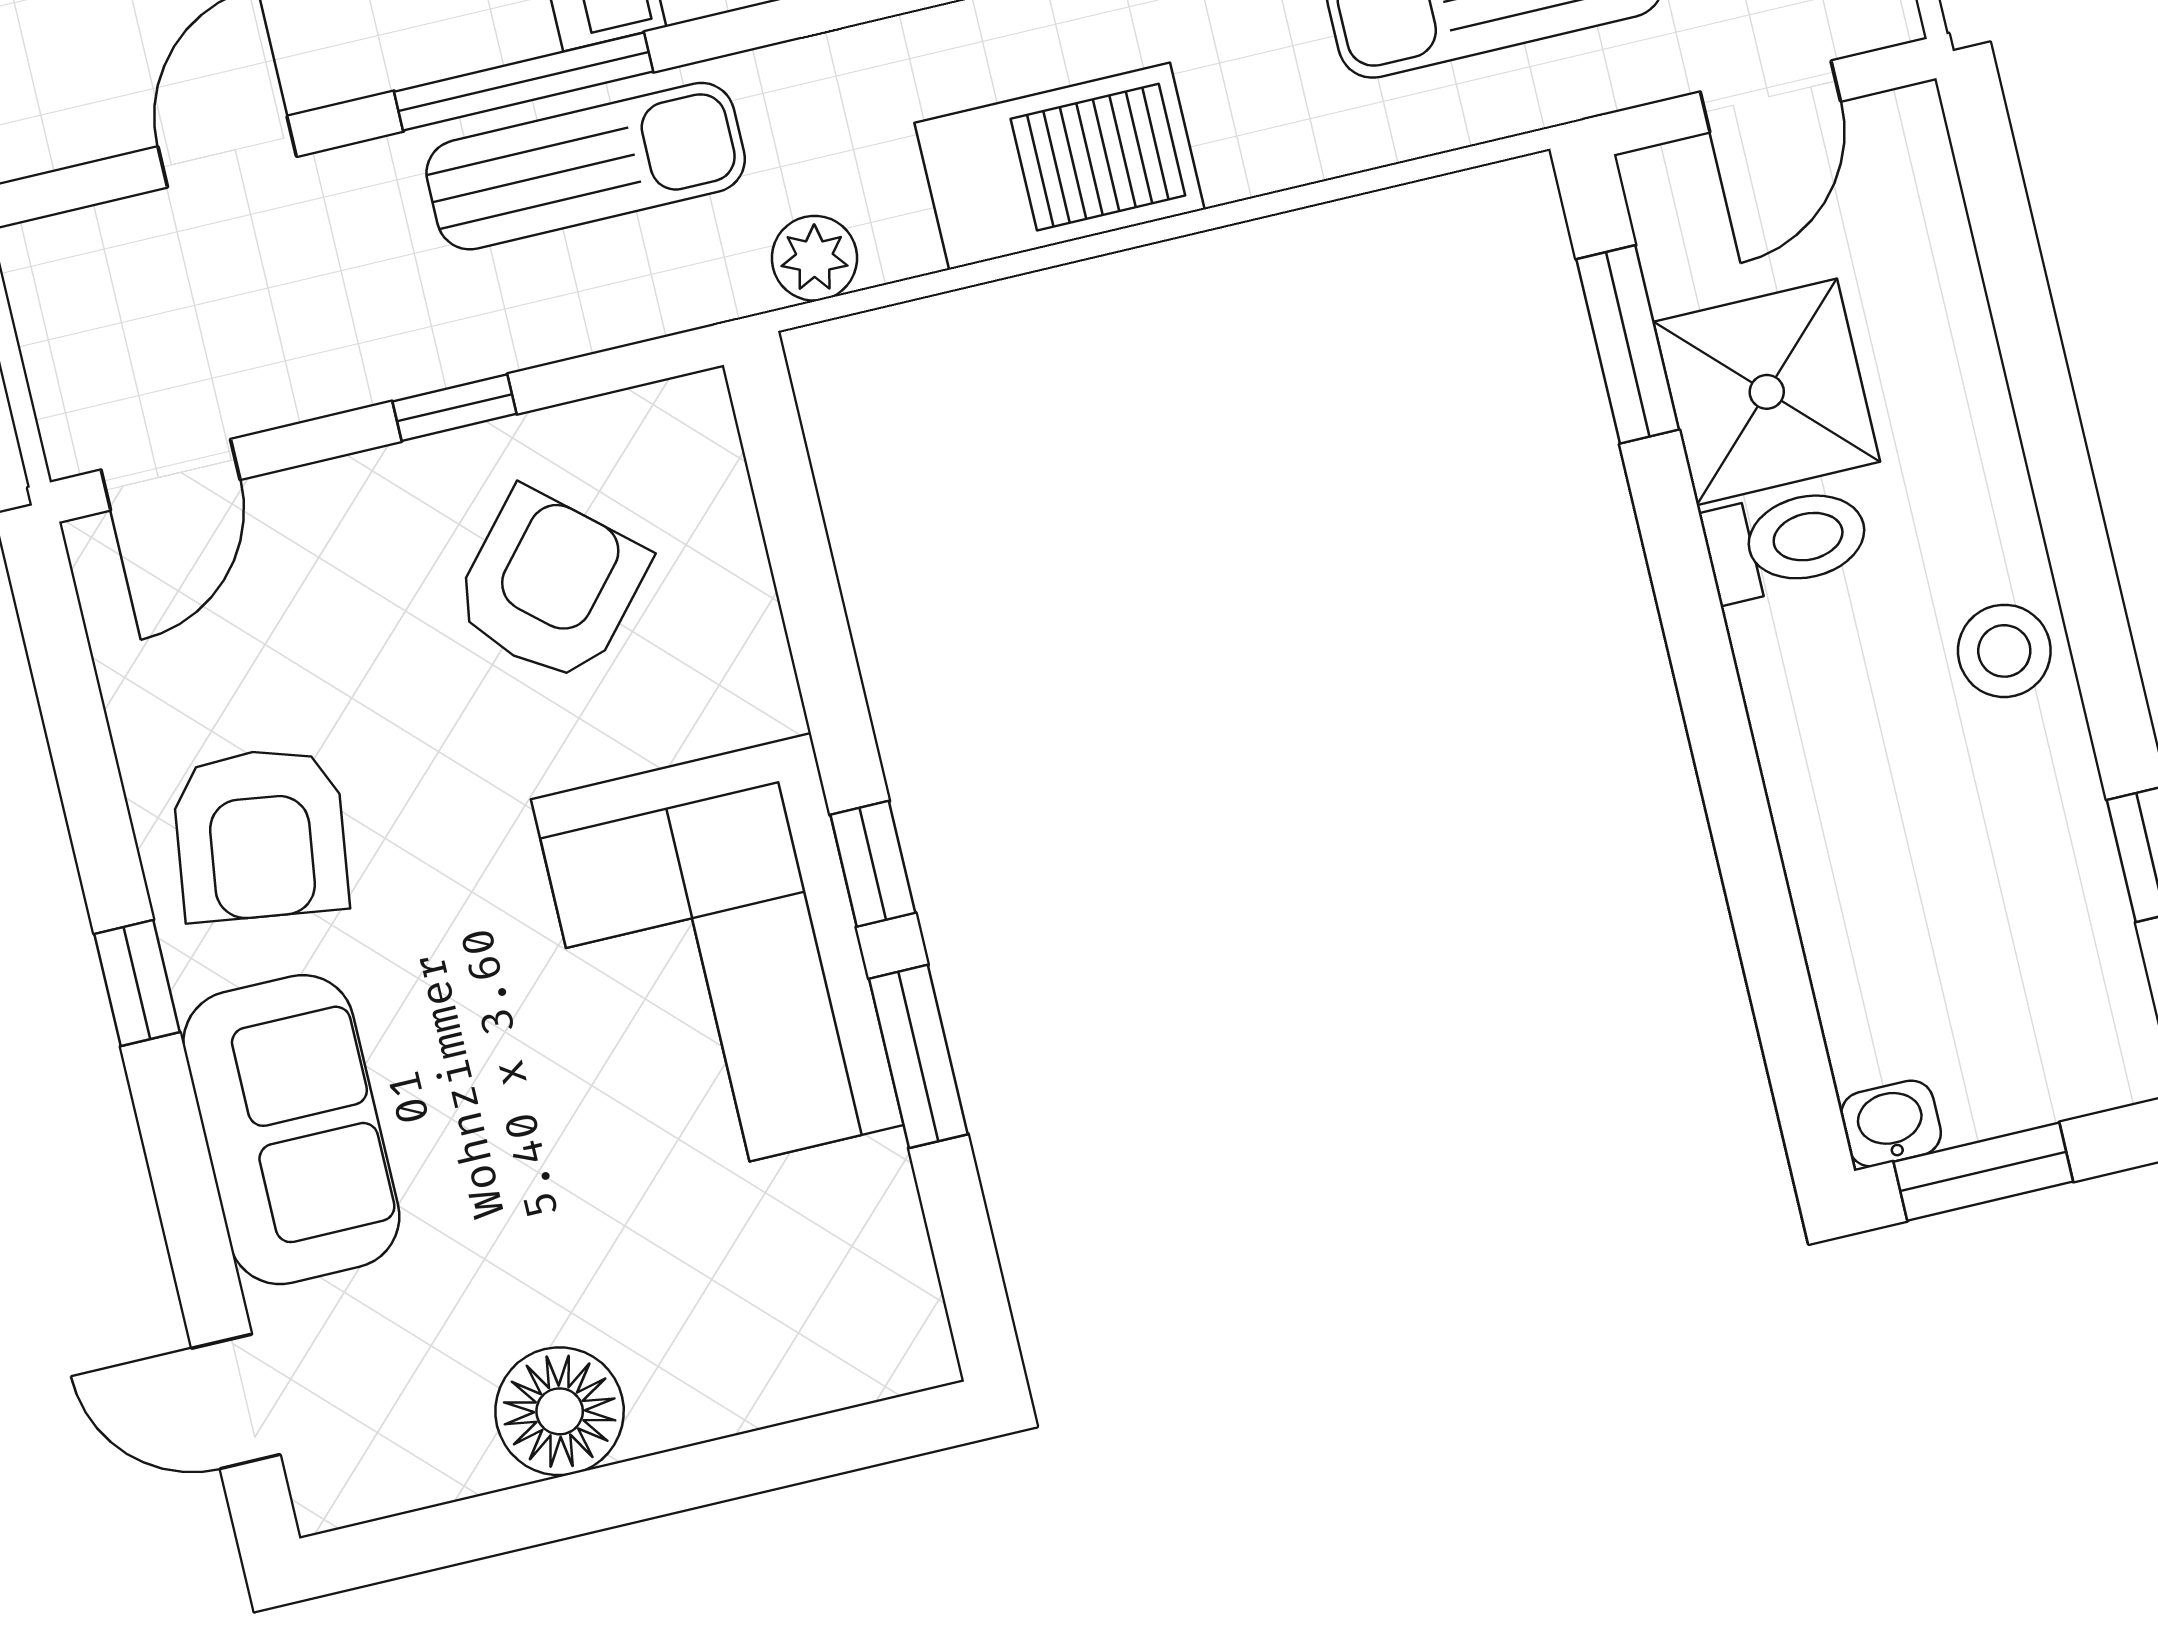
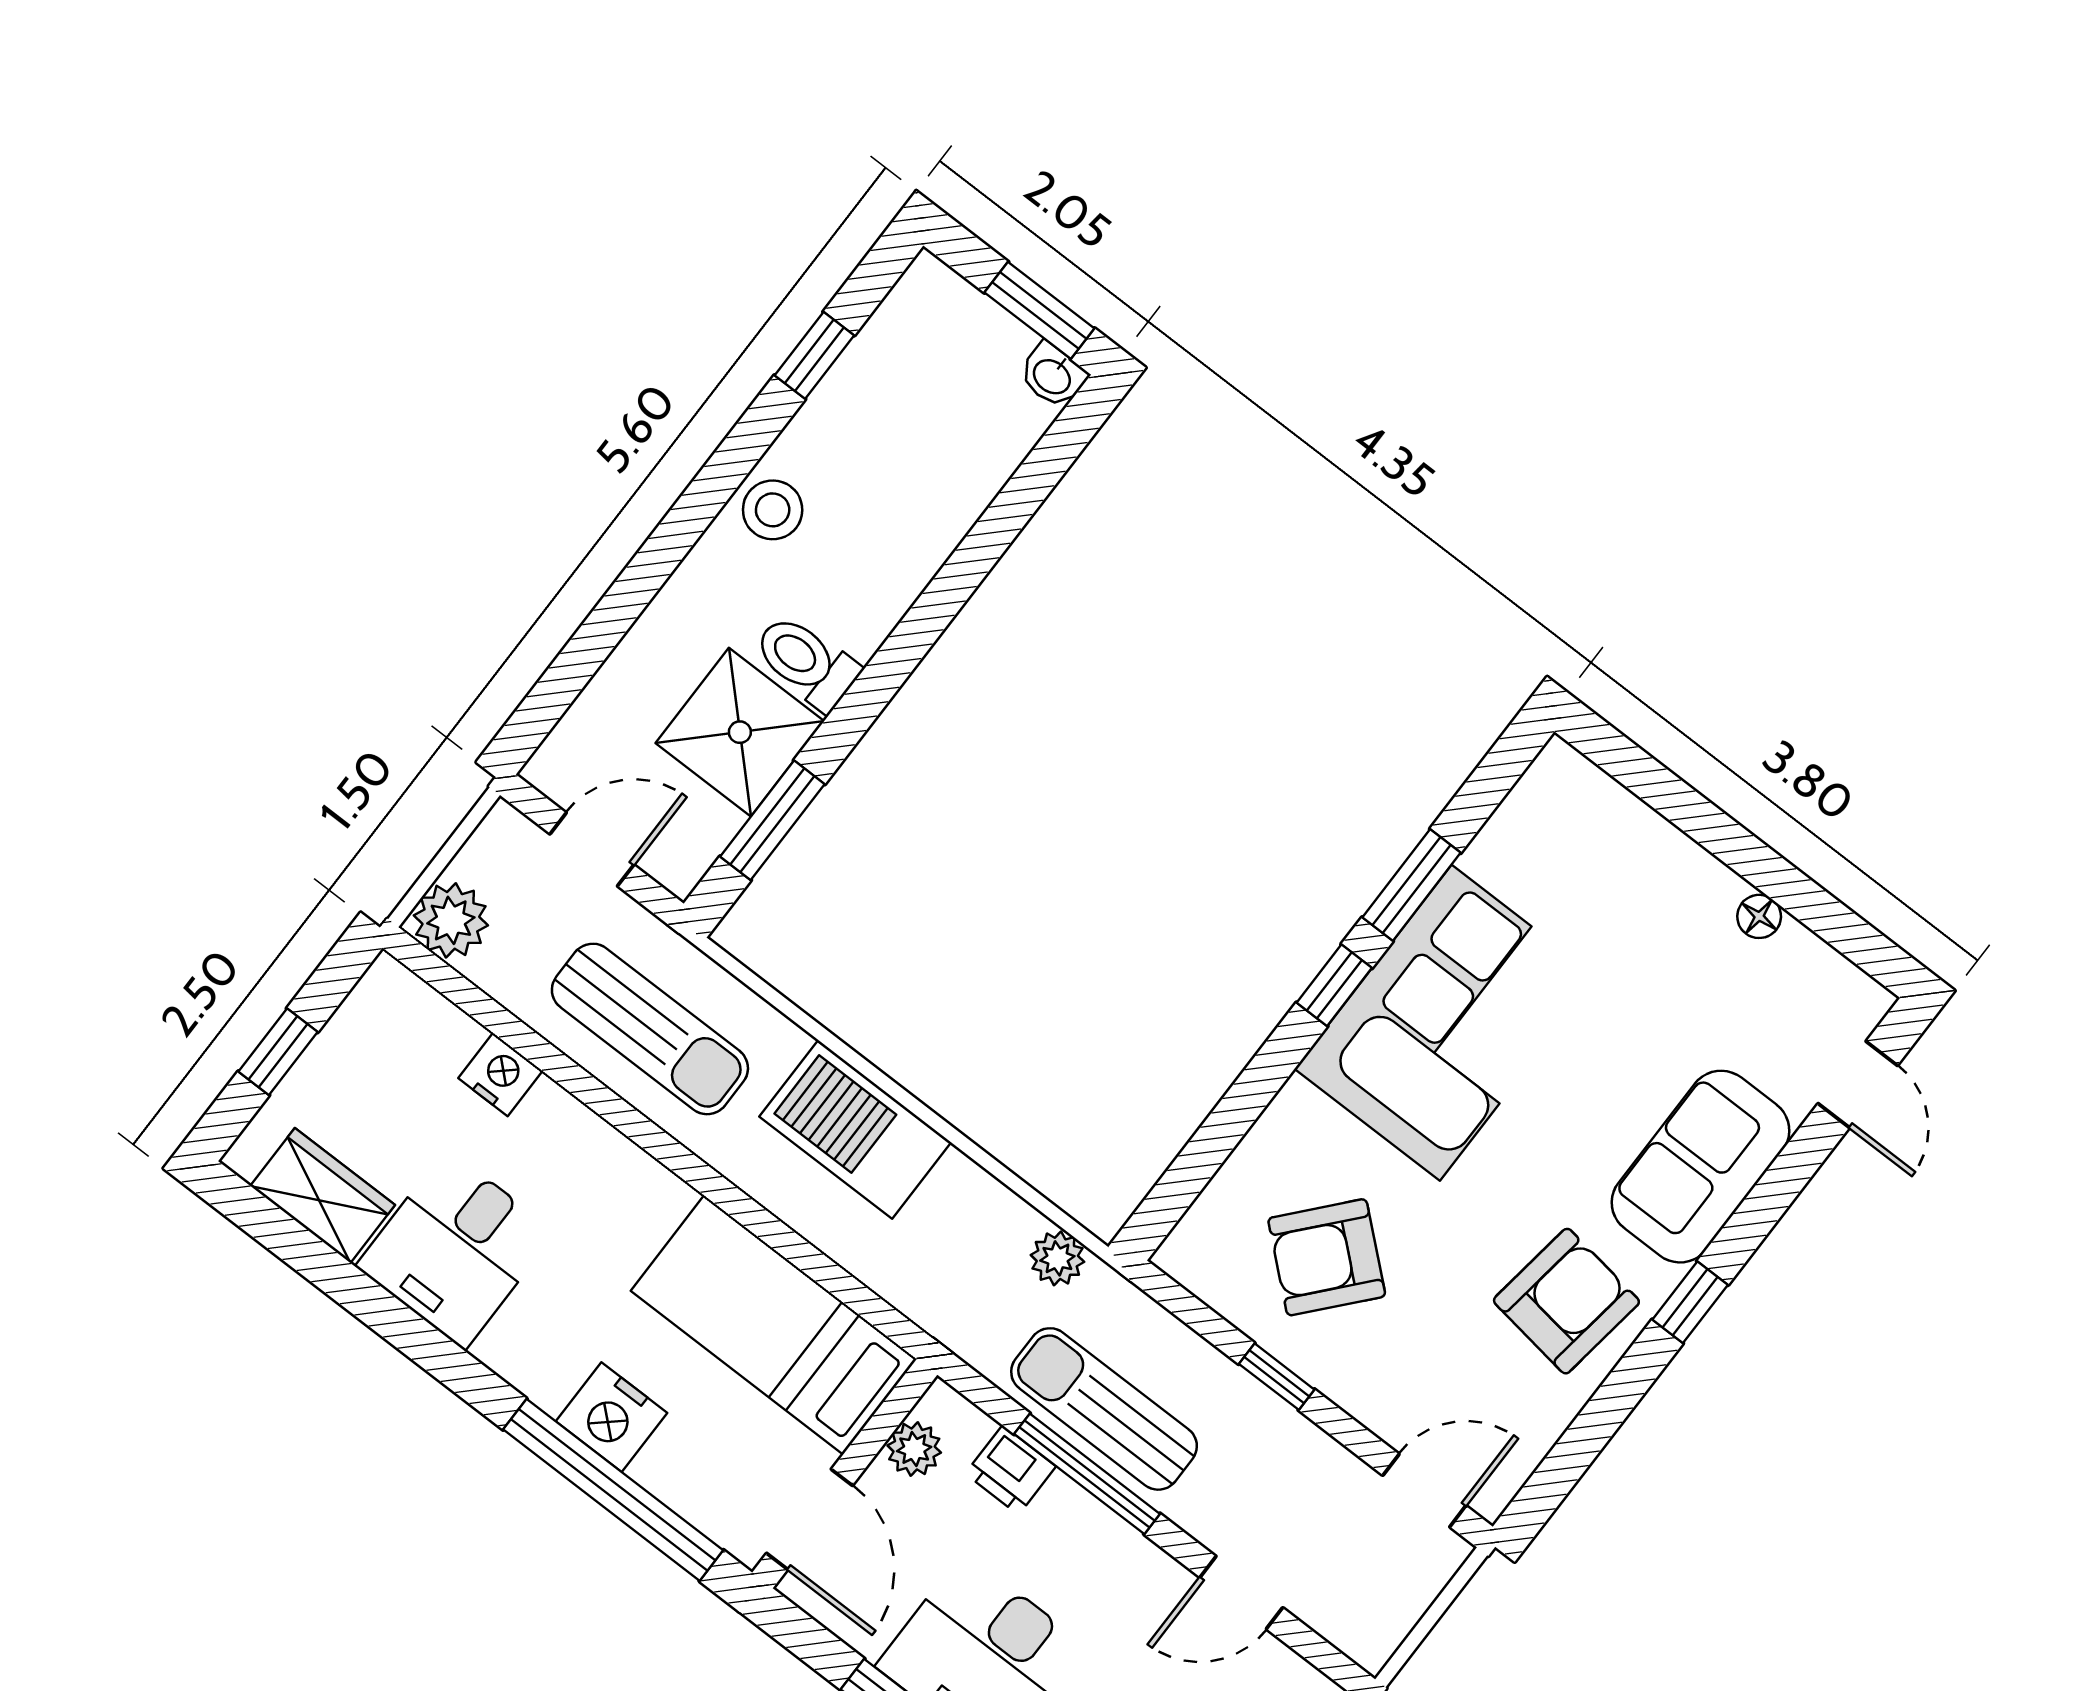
barbecue: (1060, 166) -> (855, 1129), moved
floor lamp: (560, 1411) -> (1759, 916), width x0.53, depth x0.53

